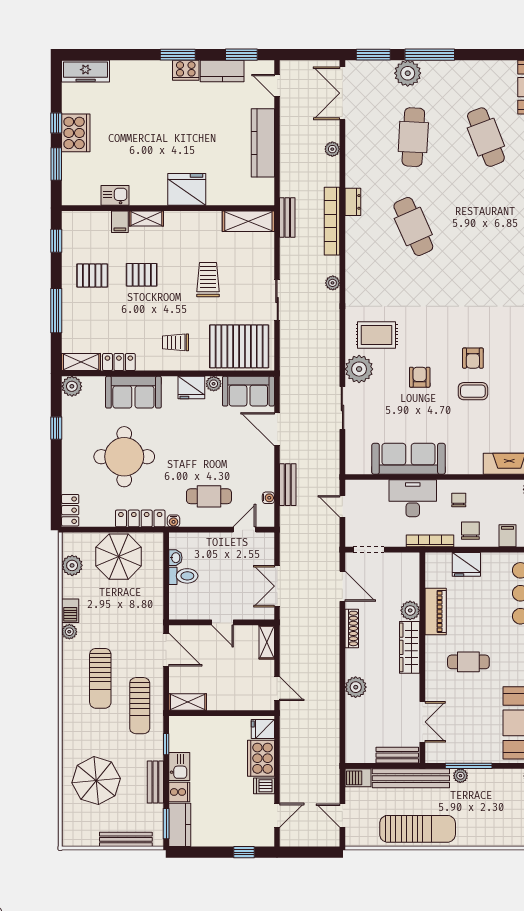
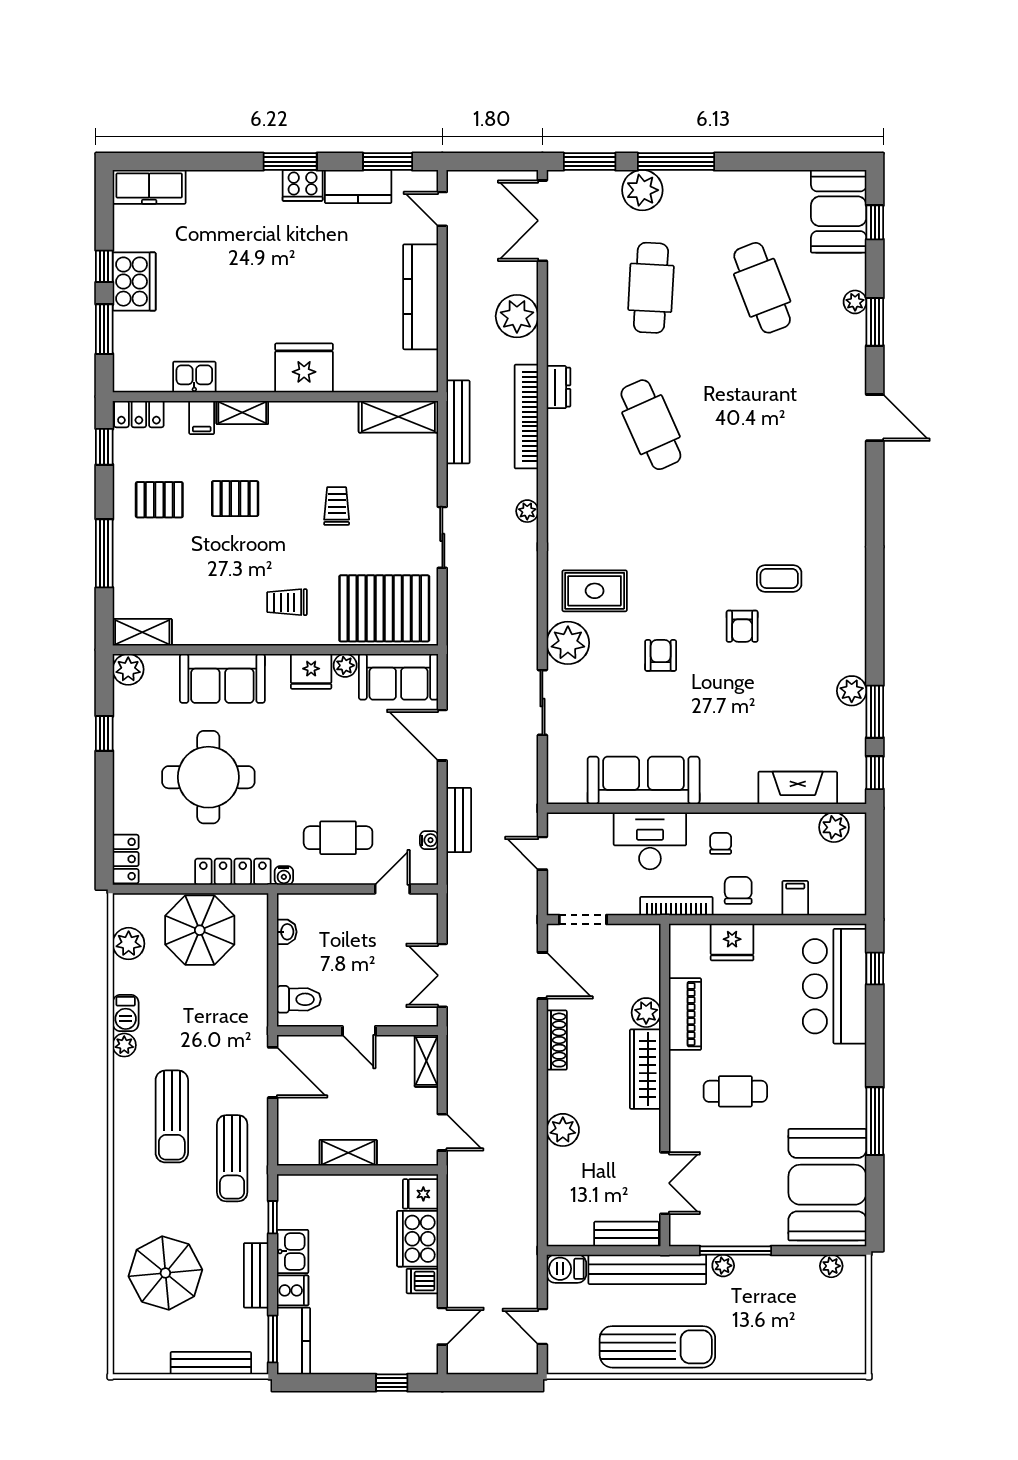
plant: (332, 149) -> (517, 316), width x1.88, depth x1.88
bench: (287, 217) -> (458, 422), width x1.36
trolley: (208, 280) -> (337, 506), width x0.73, depth x0.72
locker: (119, 362) -> (139, 414), moved, turned 180
coffee table: (473, 391) -> (779, 578), moved
toilet: (183, 576) -> (299, 999), moved
shelving: (188, 702) -> (348, 1153), moved

